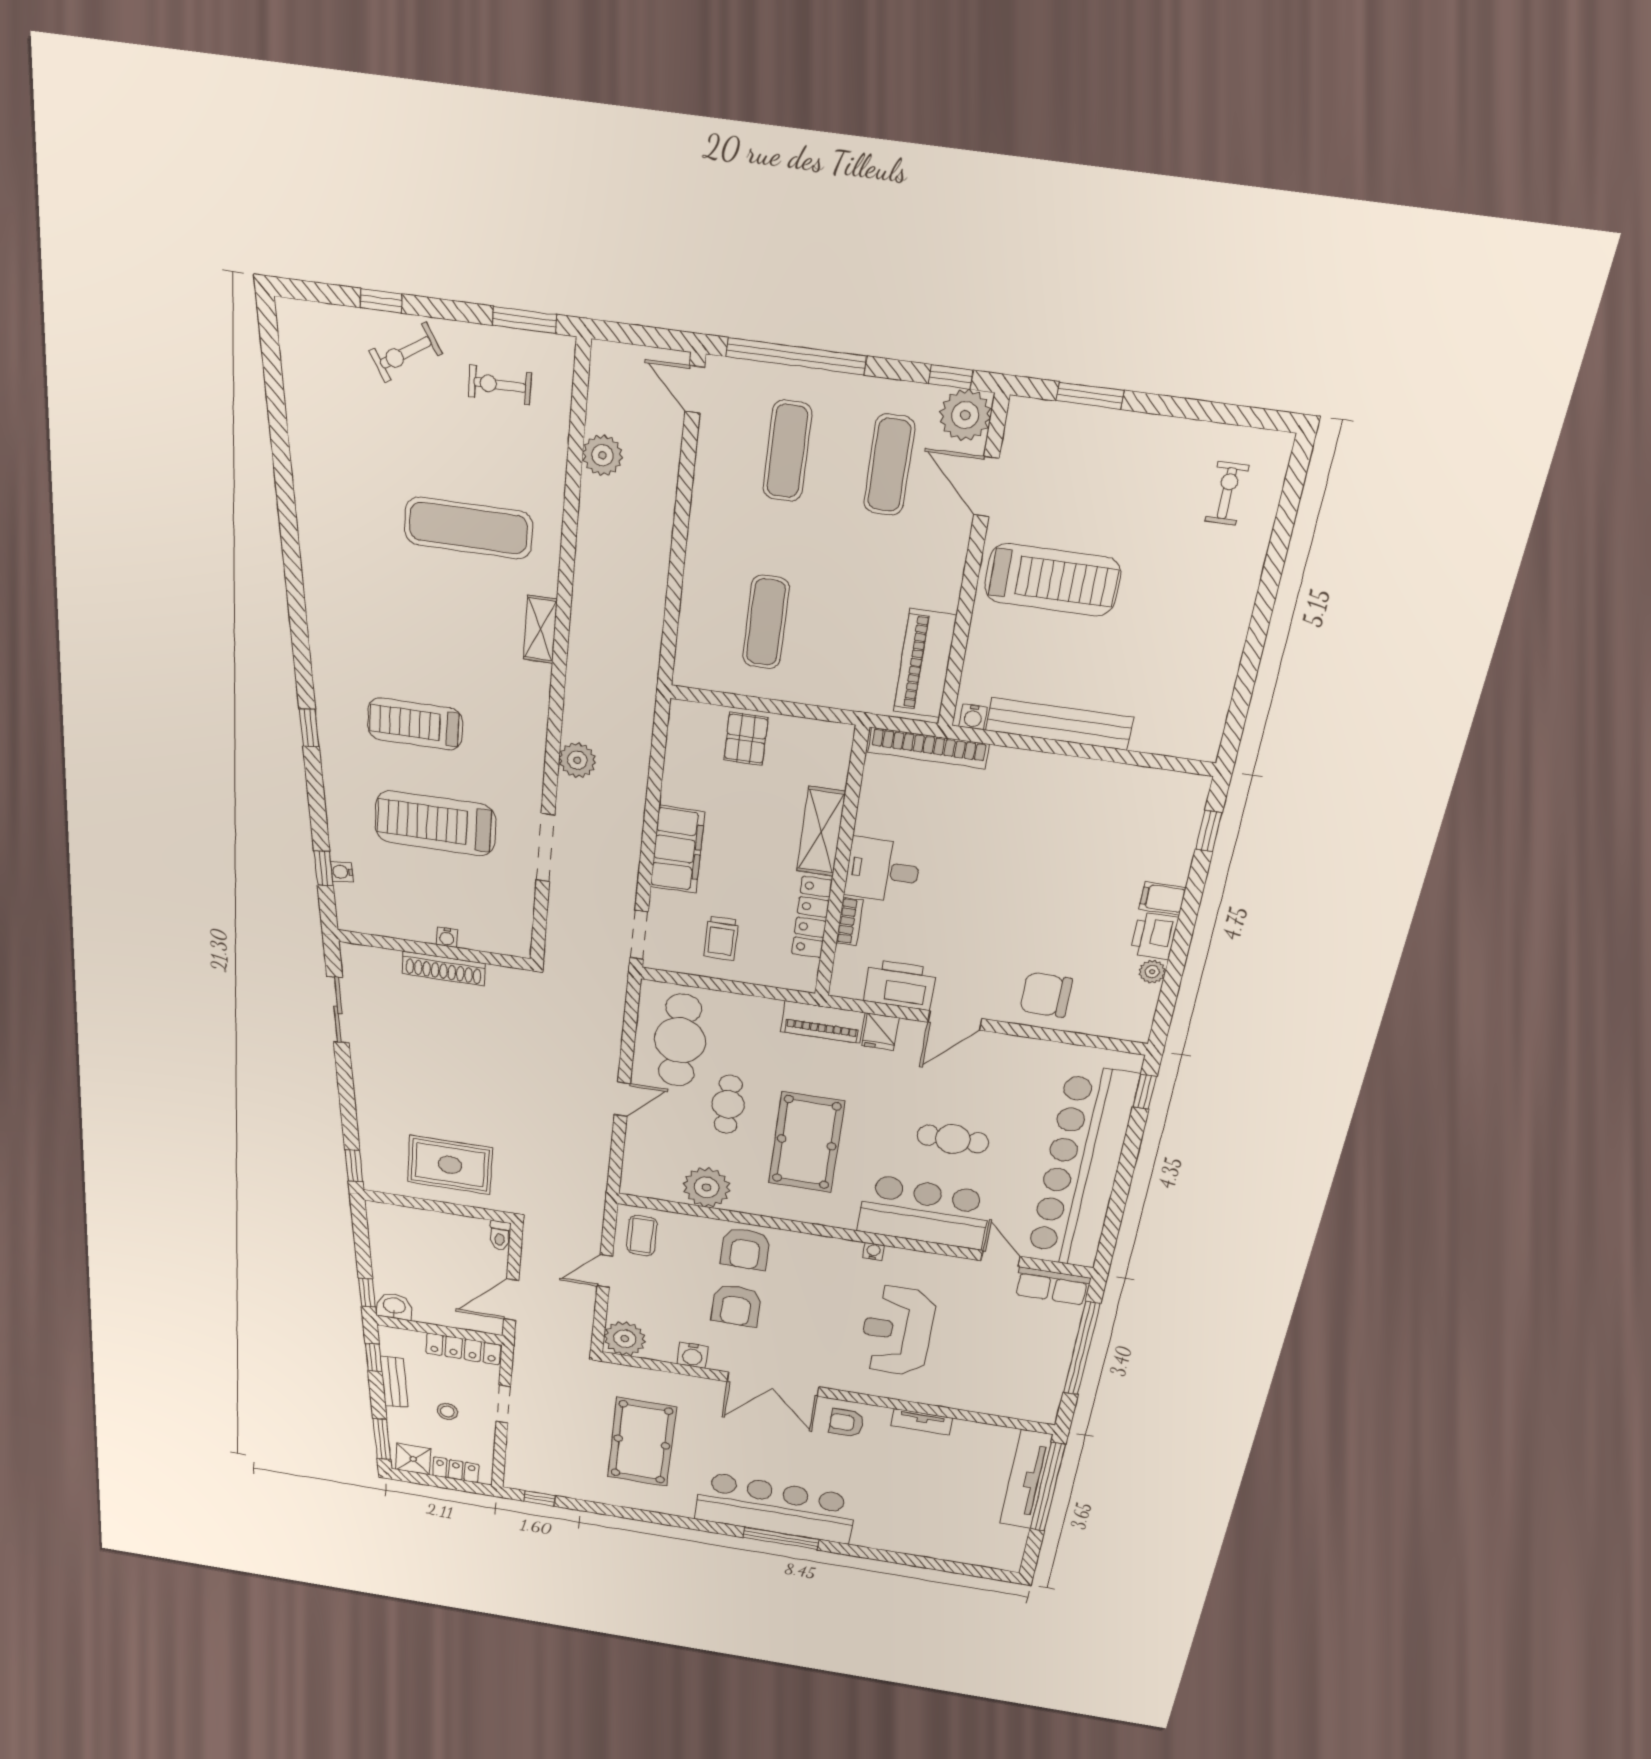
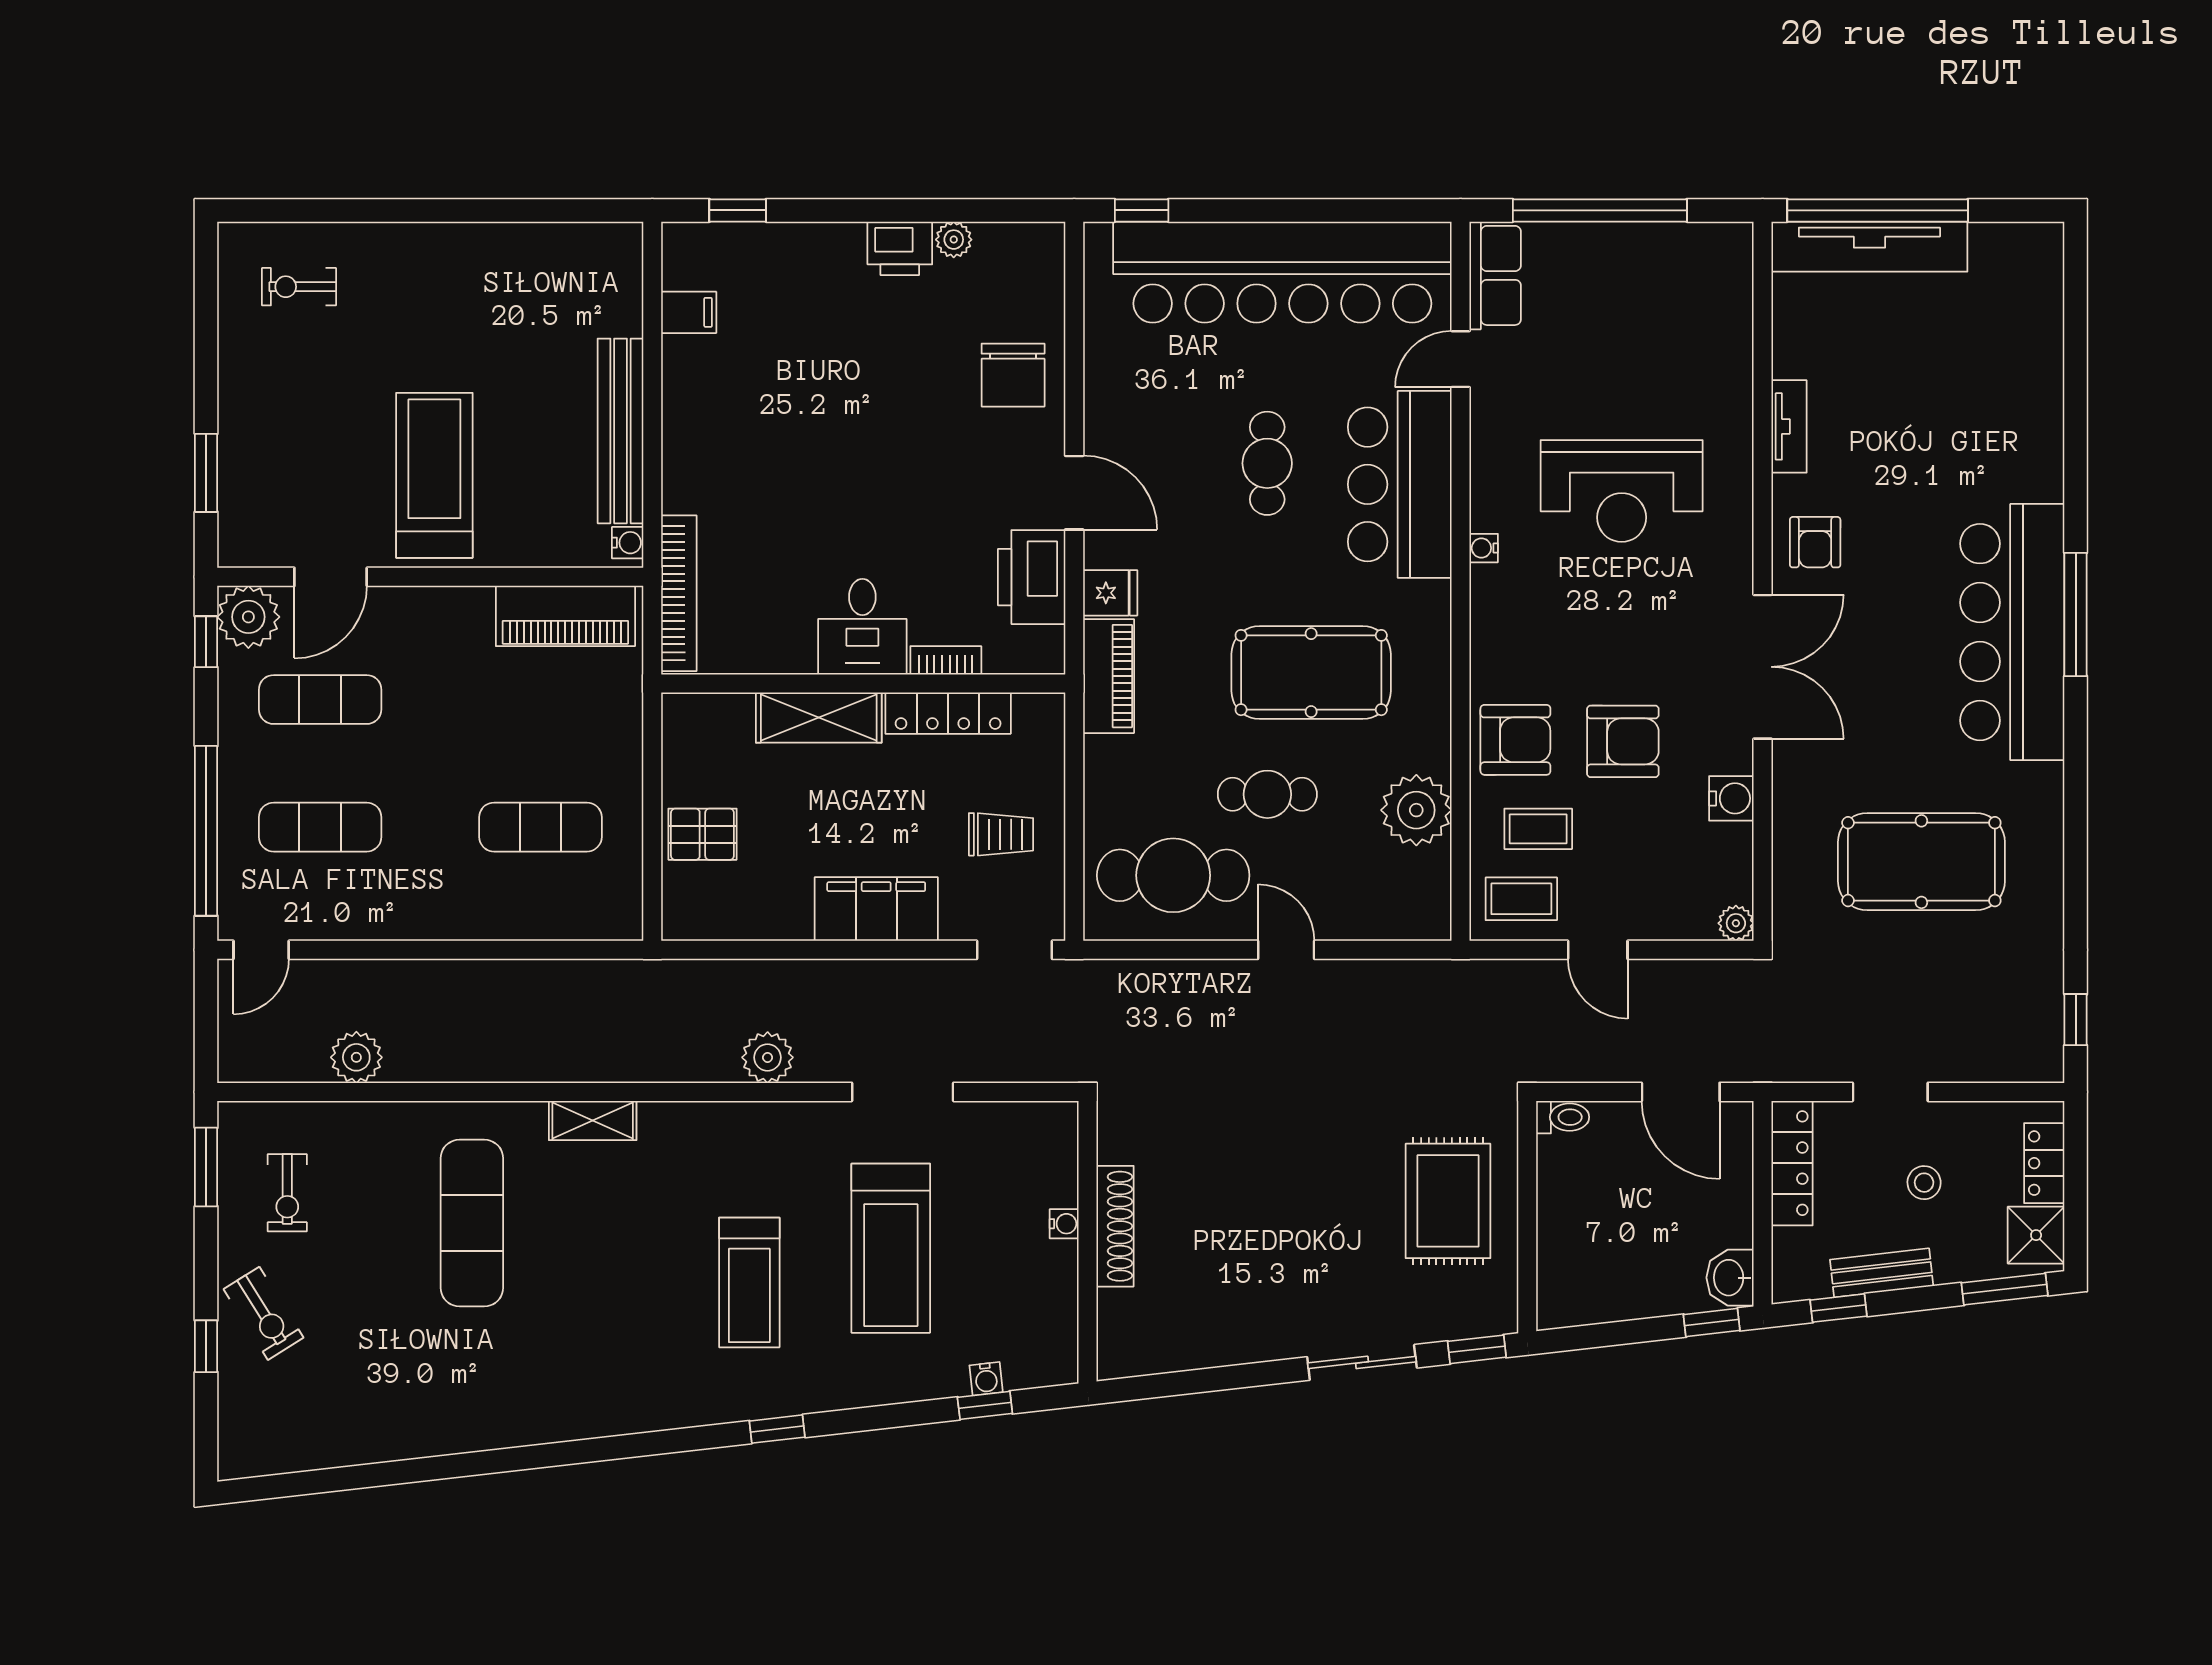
filing cabinet: (1162, 898) -> (689, 312), moved, turned -90
sliding door: (338, 1010) -> (1362, 1362), moved
coffee table: (686, 1252) -> (1538, 829), added
plant: (625, 1339) -> (1736, 923), width x0.53, depth x0.53

